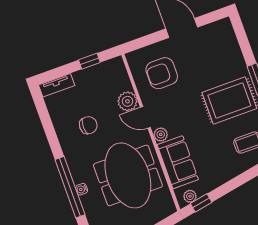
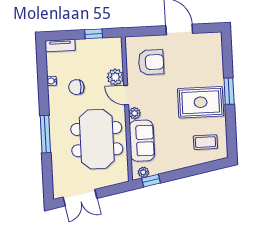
armchair: (162, 73) -> (151, 62), turned 180
chair: (88, 125) -> (76, 87), turned 180
window: (70, 187) -> (45, 134), width x0.68
water cooler: (82, 189) -> (52, 81), moved

